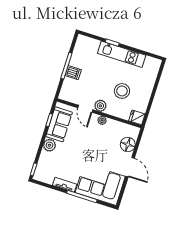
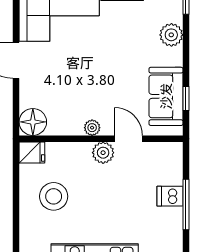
stool: (122, 91) -> (54, 196), moved
floor lamp: (128, 144) -> (33, 122), moved
plant: (49, 145) -> (171, 35), moved

